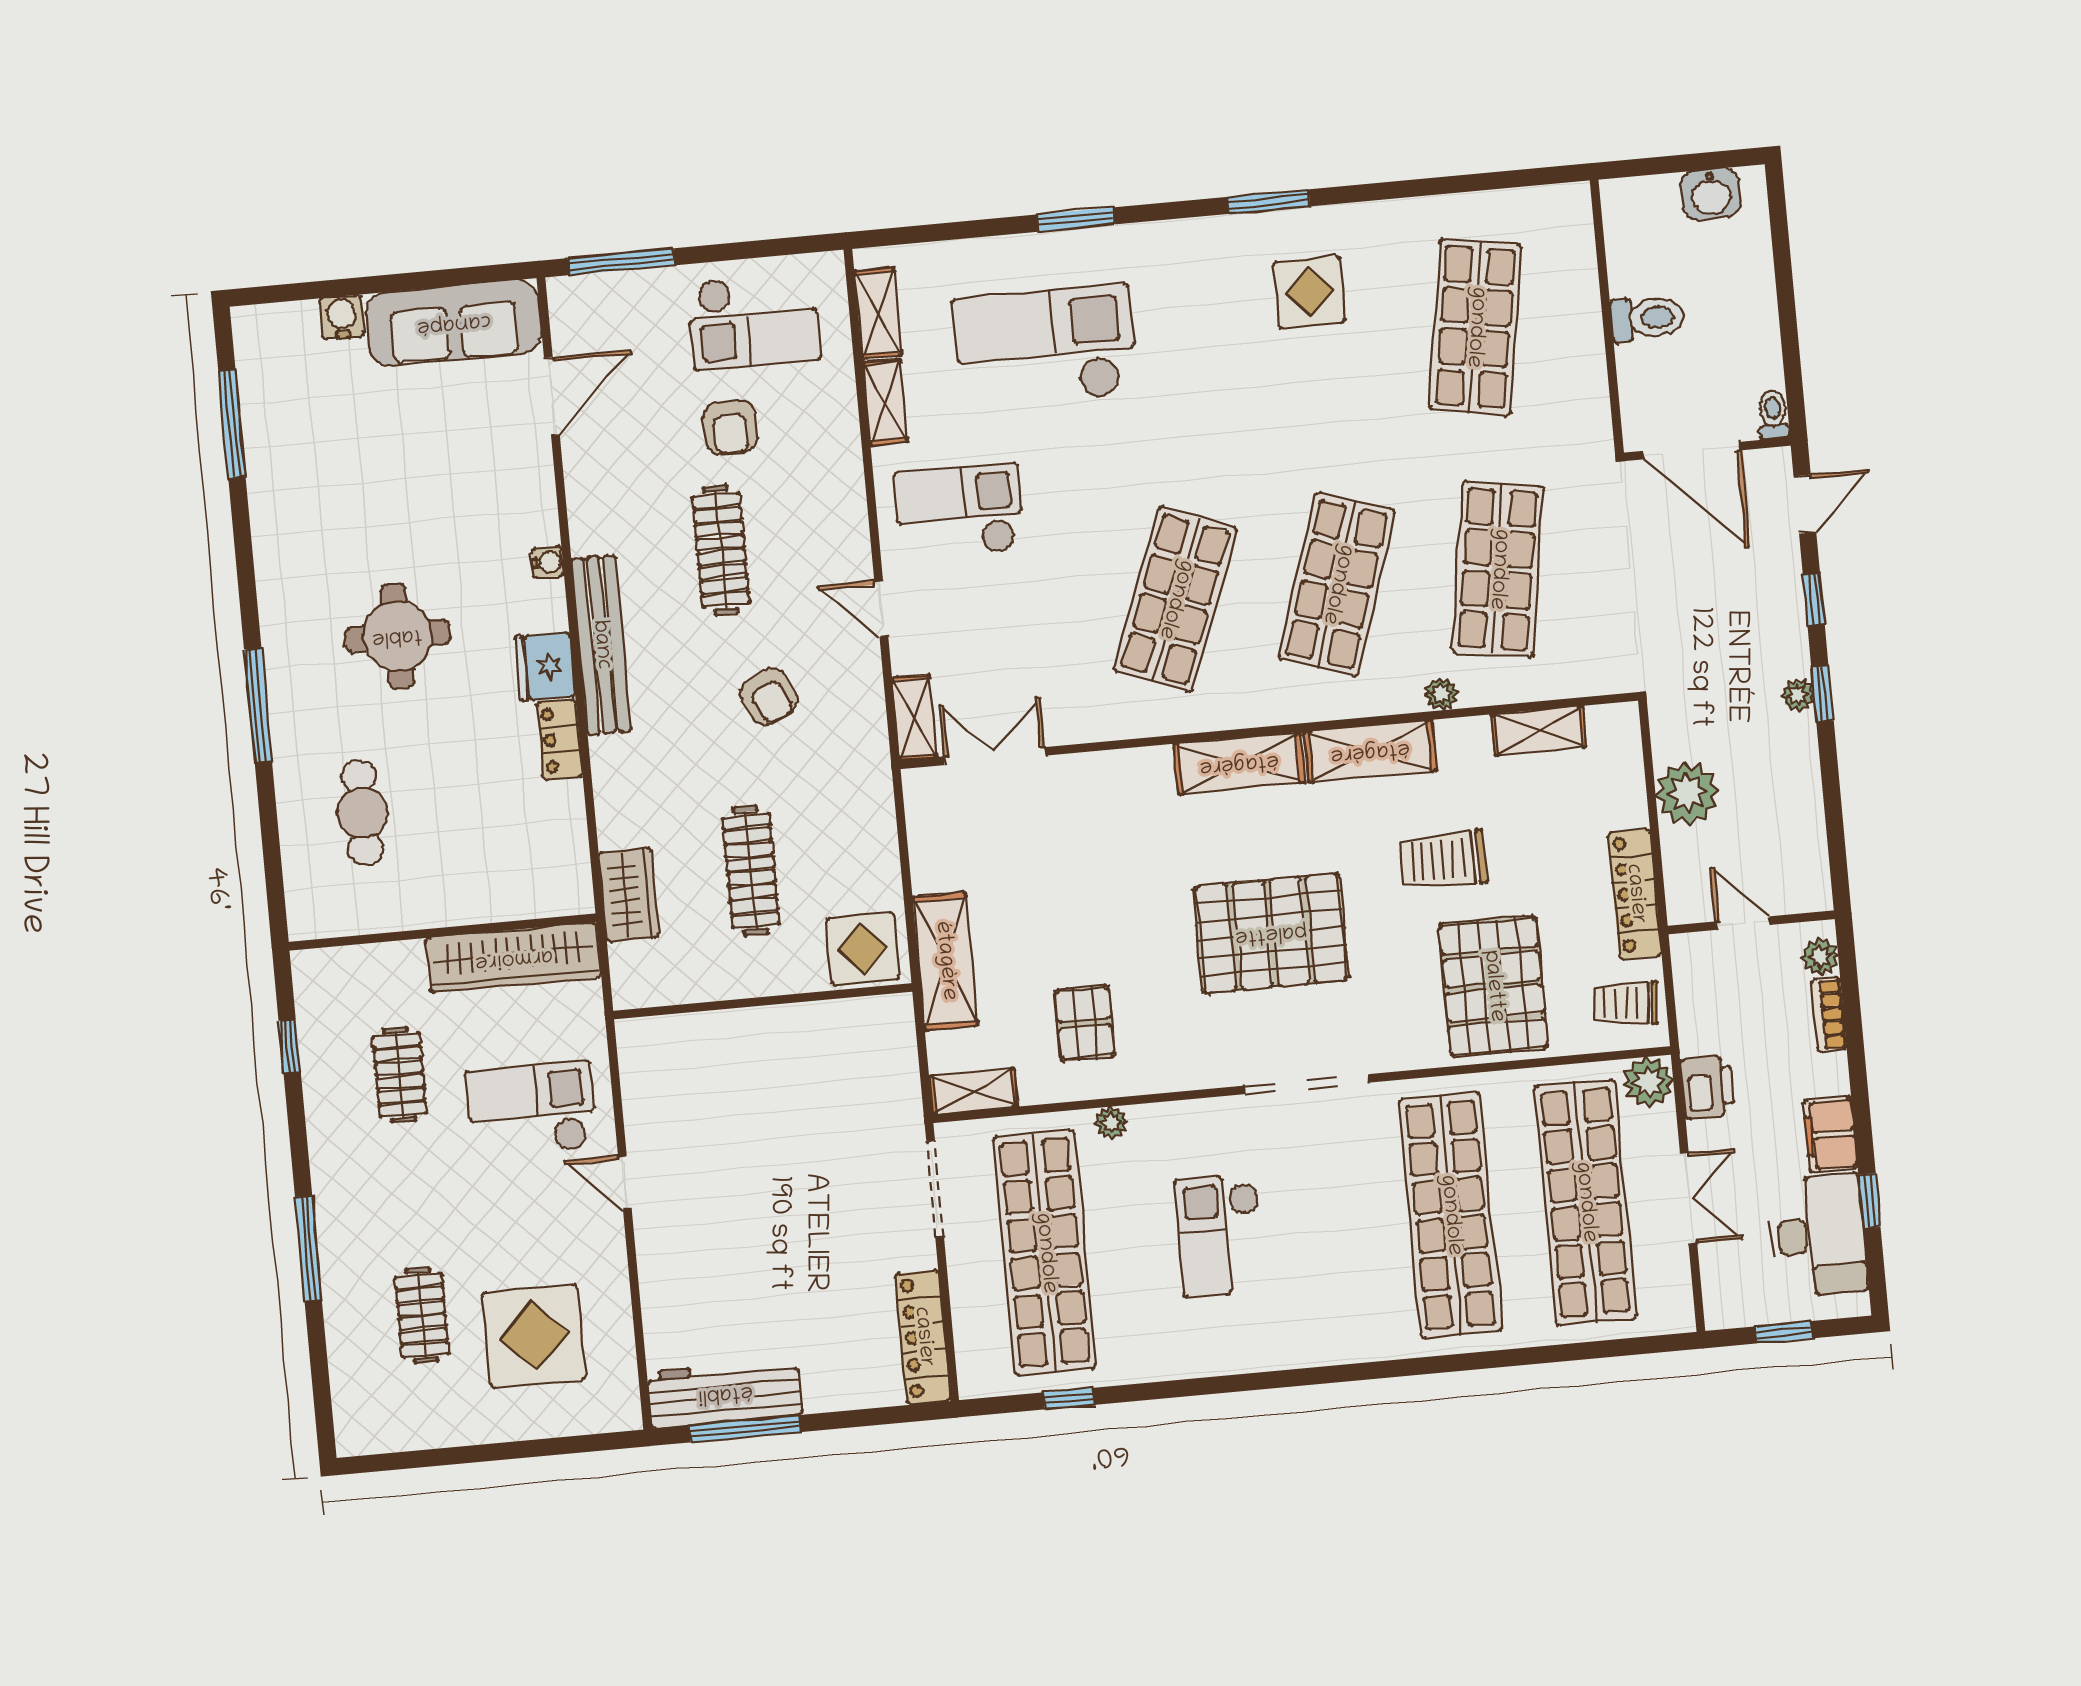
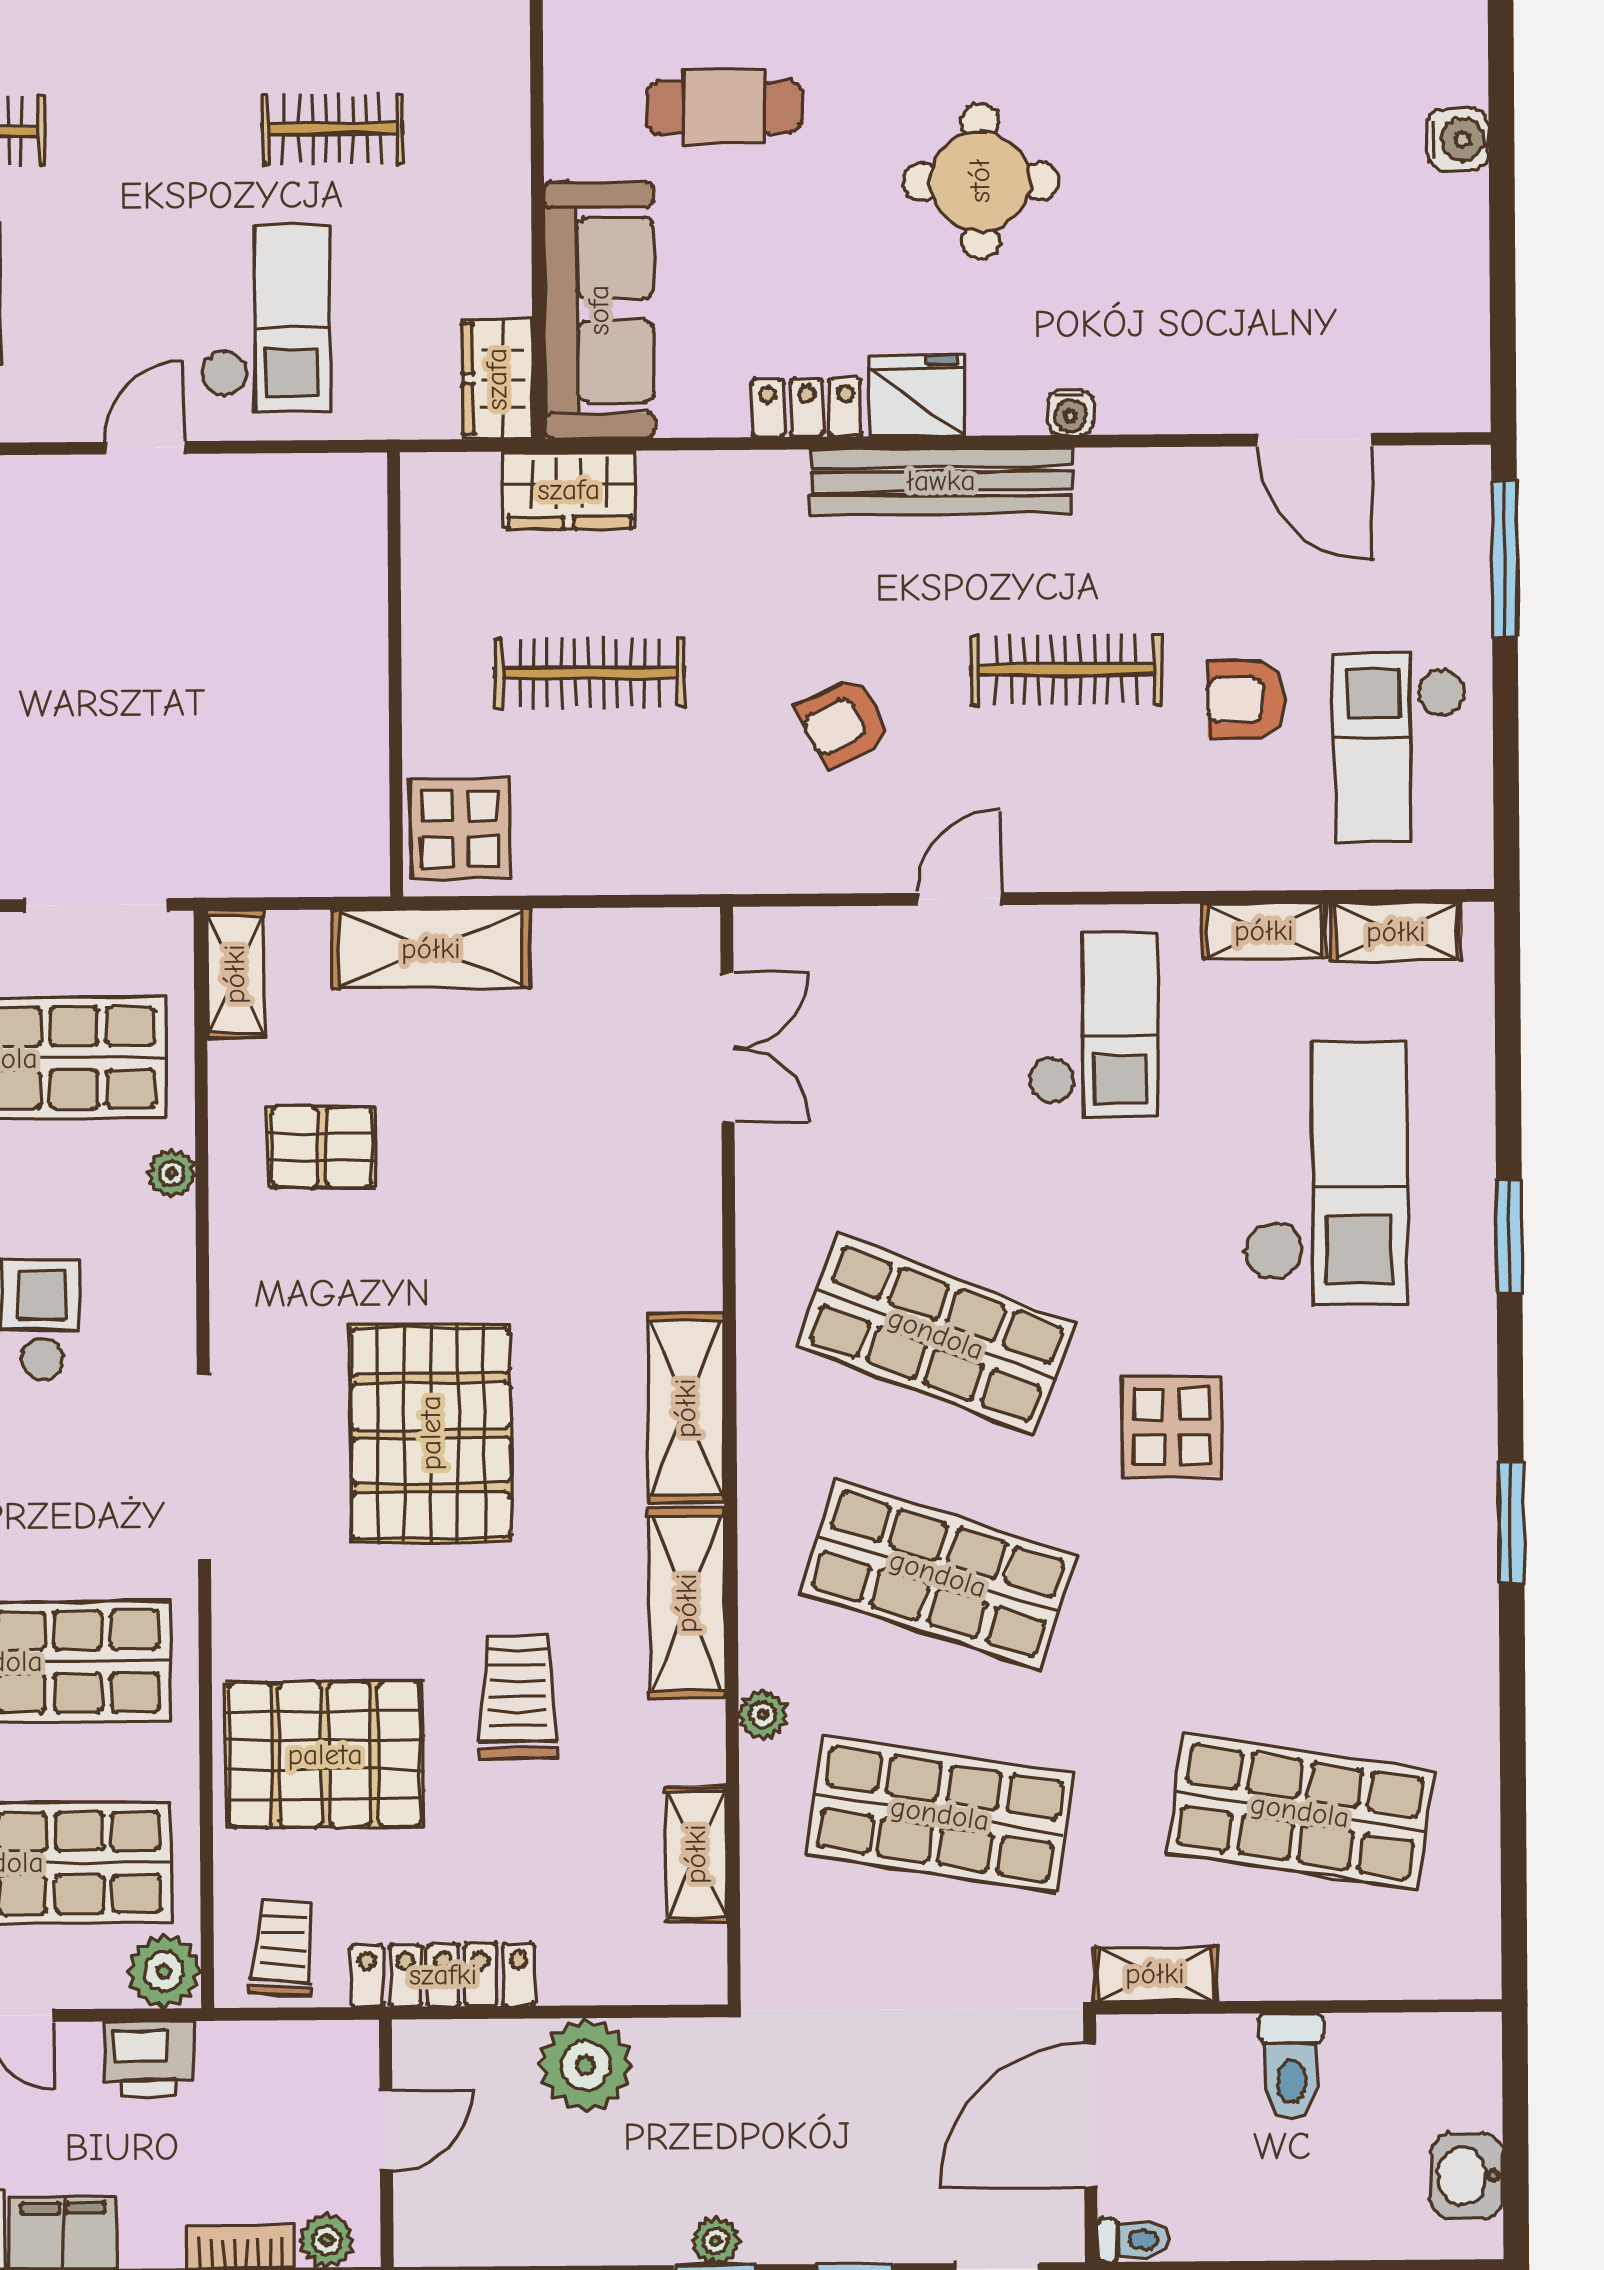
display table: (1309, 292) -> (1171, 1427), moved
sofa: (454, 323) -> (599, 310), moved, turned 180
shelving: (914, 718) -> (1155, 1974), moved
wardrobe: (514, 958) -> (497, 379), width x0.48, depth x0.85

